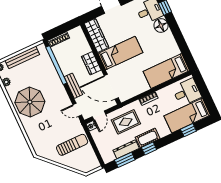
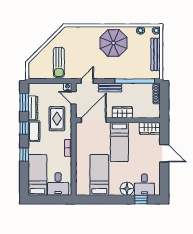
wardrobe: (96, 35) -> (150, 128), width x0.67
bed: (166, 71) -> (99, 175), moved
window: (188, 130) -> (24, 155), moved

